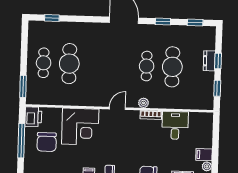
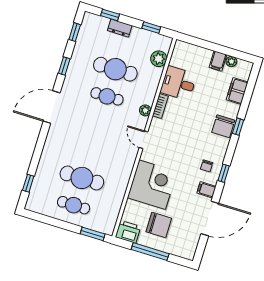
window: (218, 61) -> (110, 15), moved
plant: (192, 102) -> (159, 59), added

